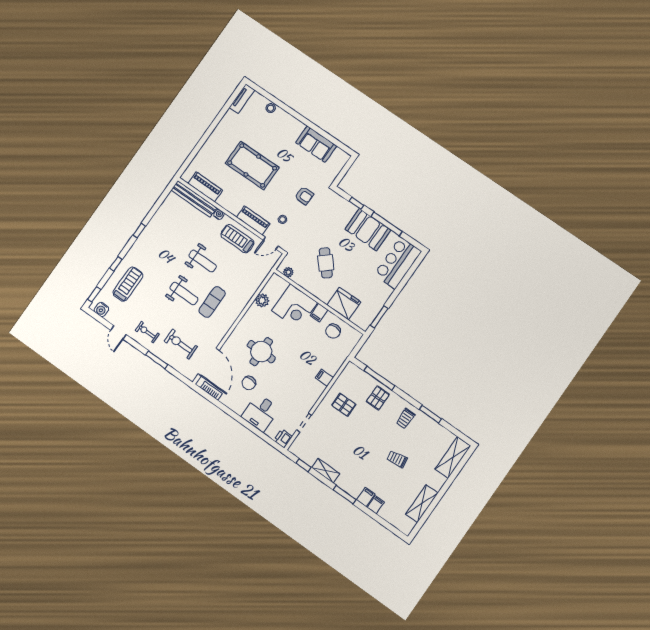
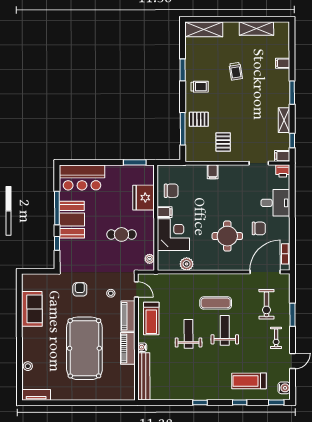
pool table: (252, 165) -> (84, 348), width x1.36, depth x1.32
piano: (205, 187) -> (128, 348), moved
cafe table: (326, 263) -> (121, 234), turned 41
filing cabinet: (366, 497) -> (282, 156), moved

